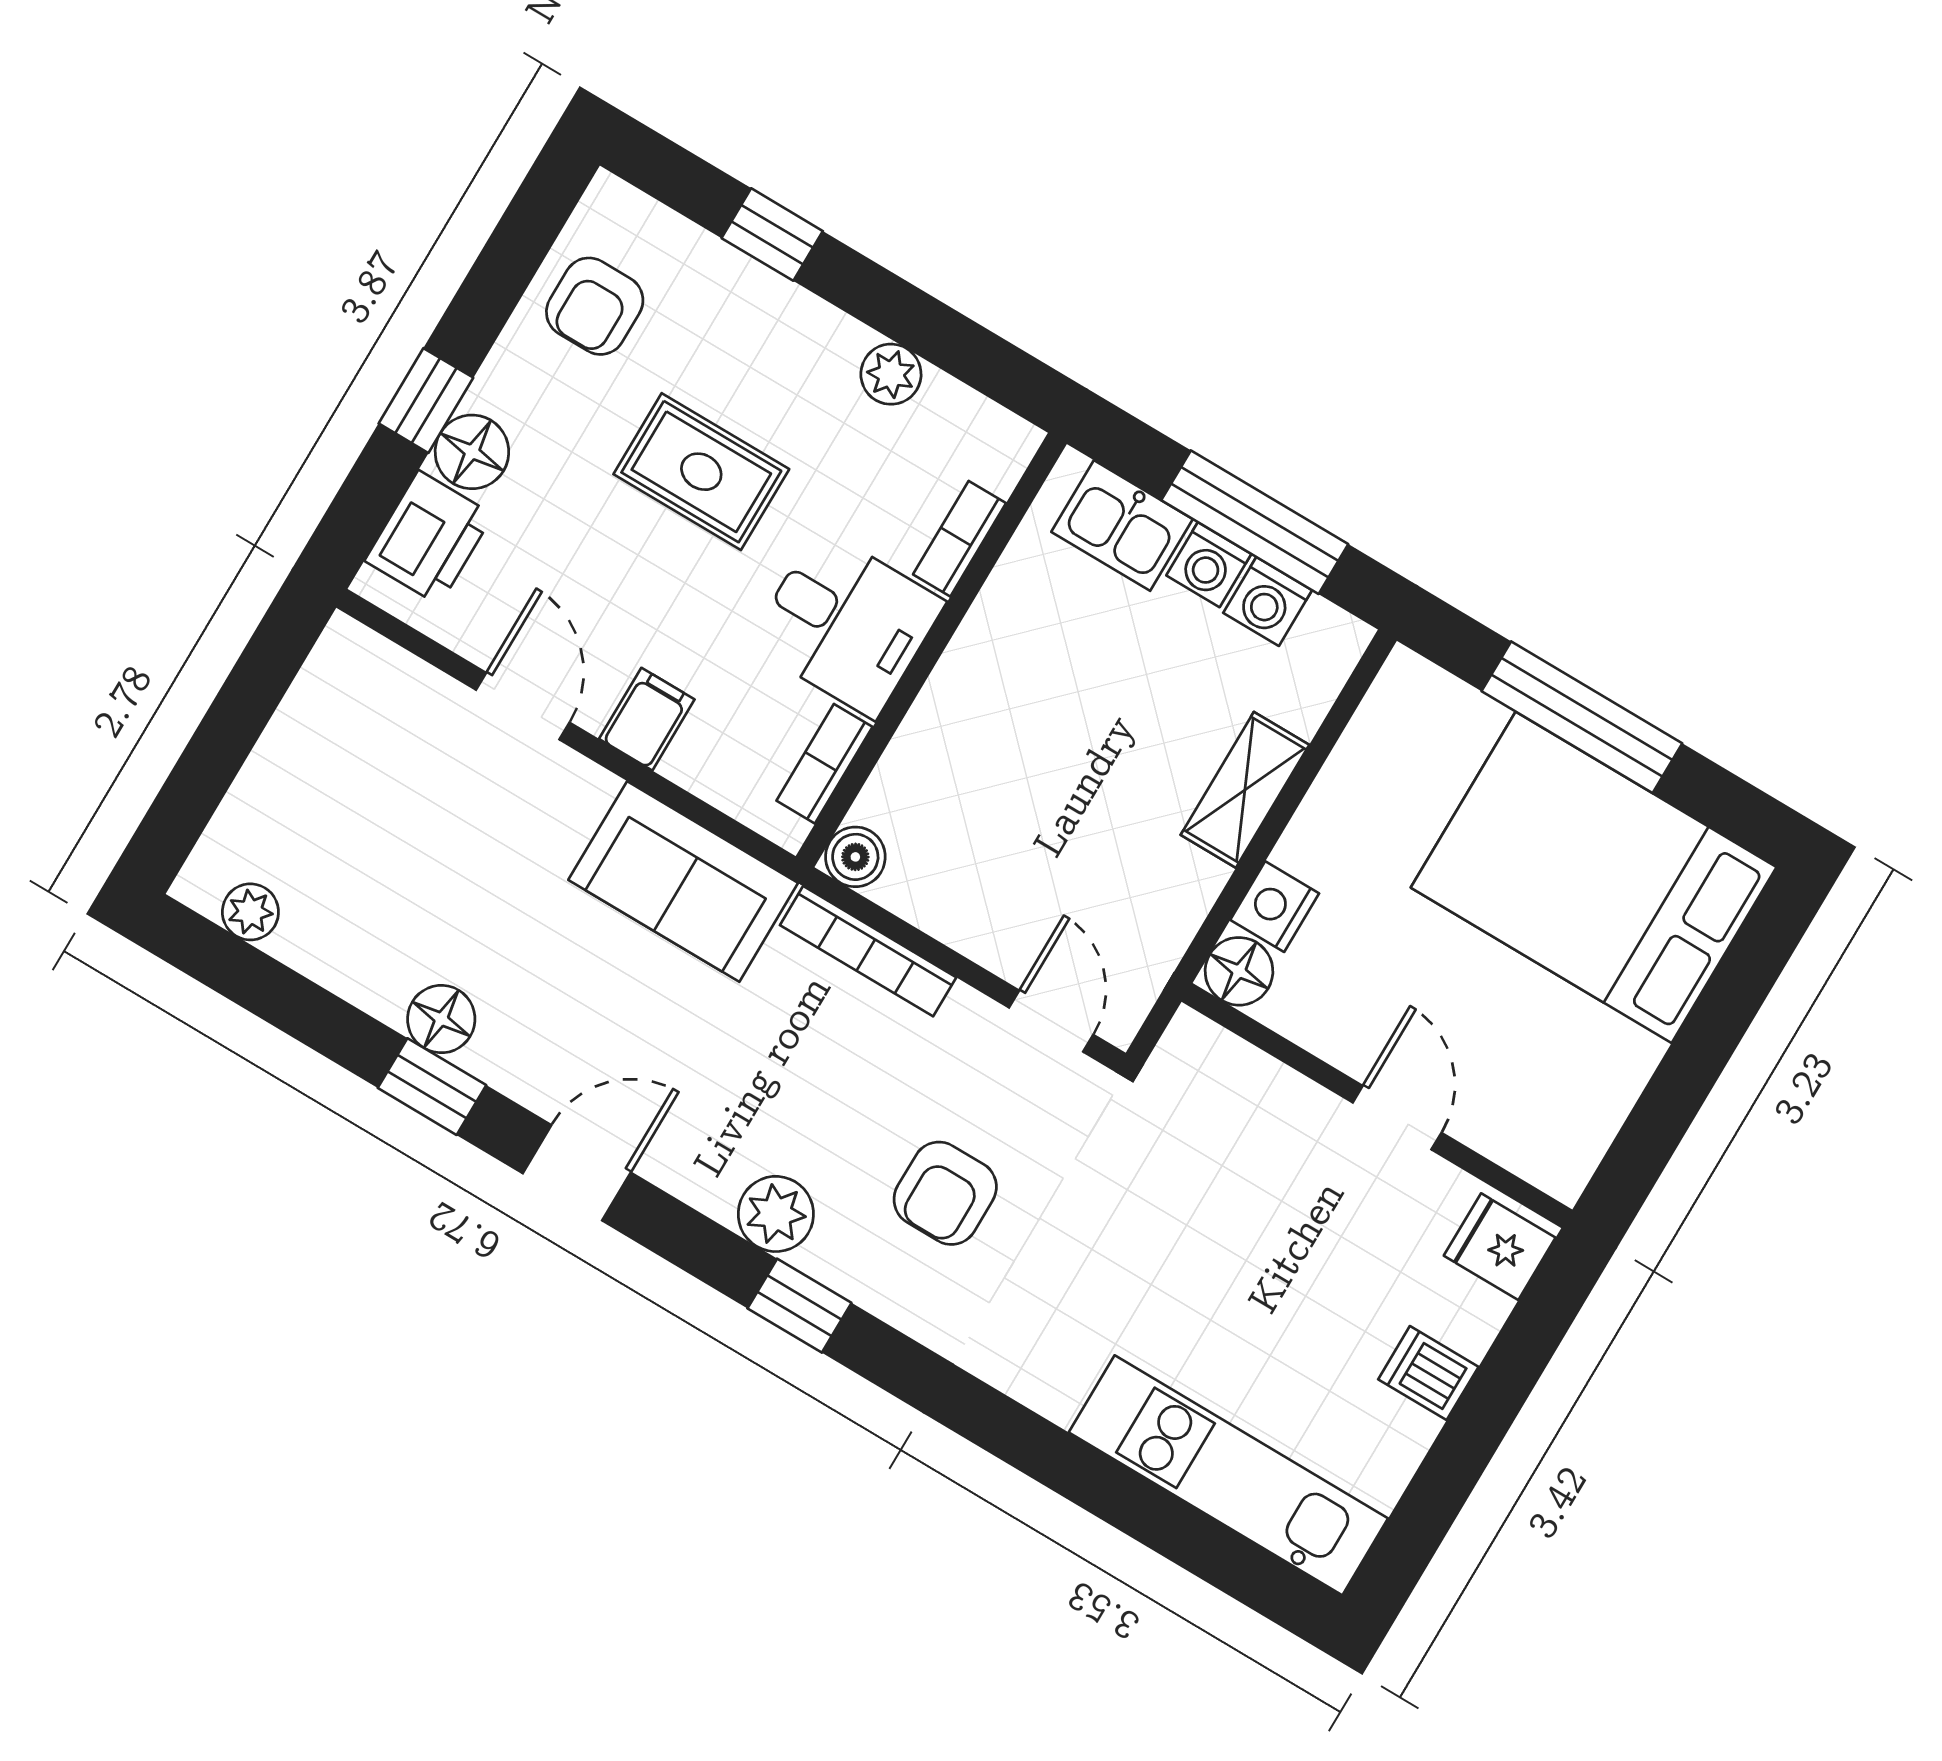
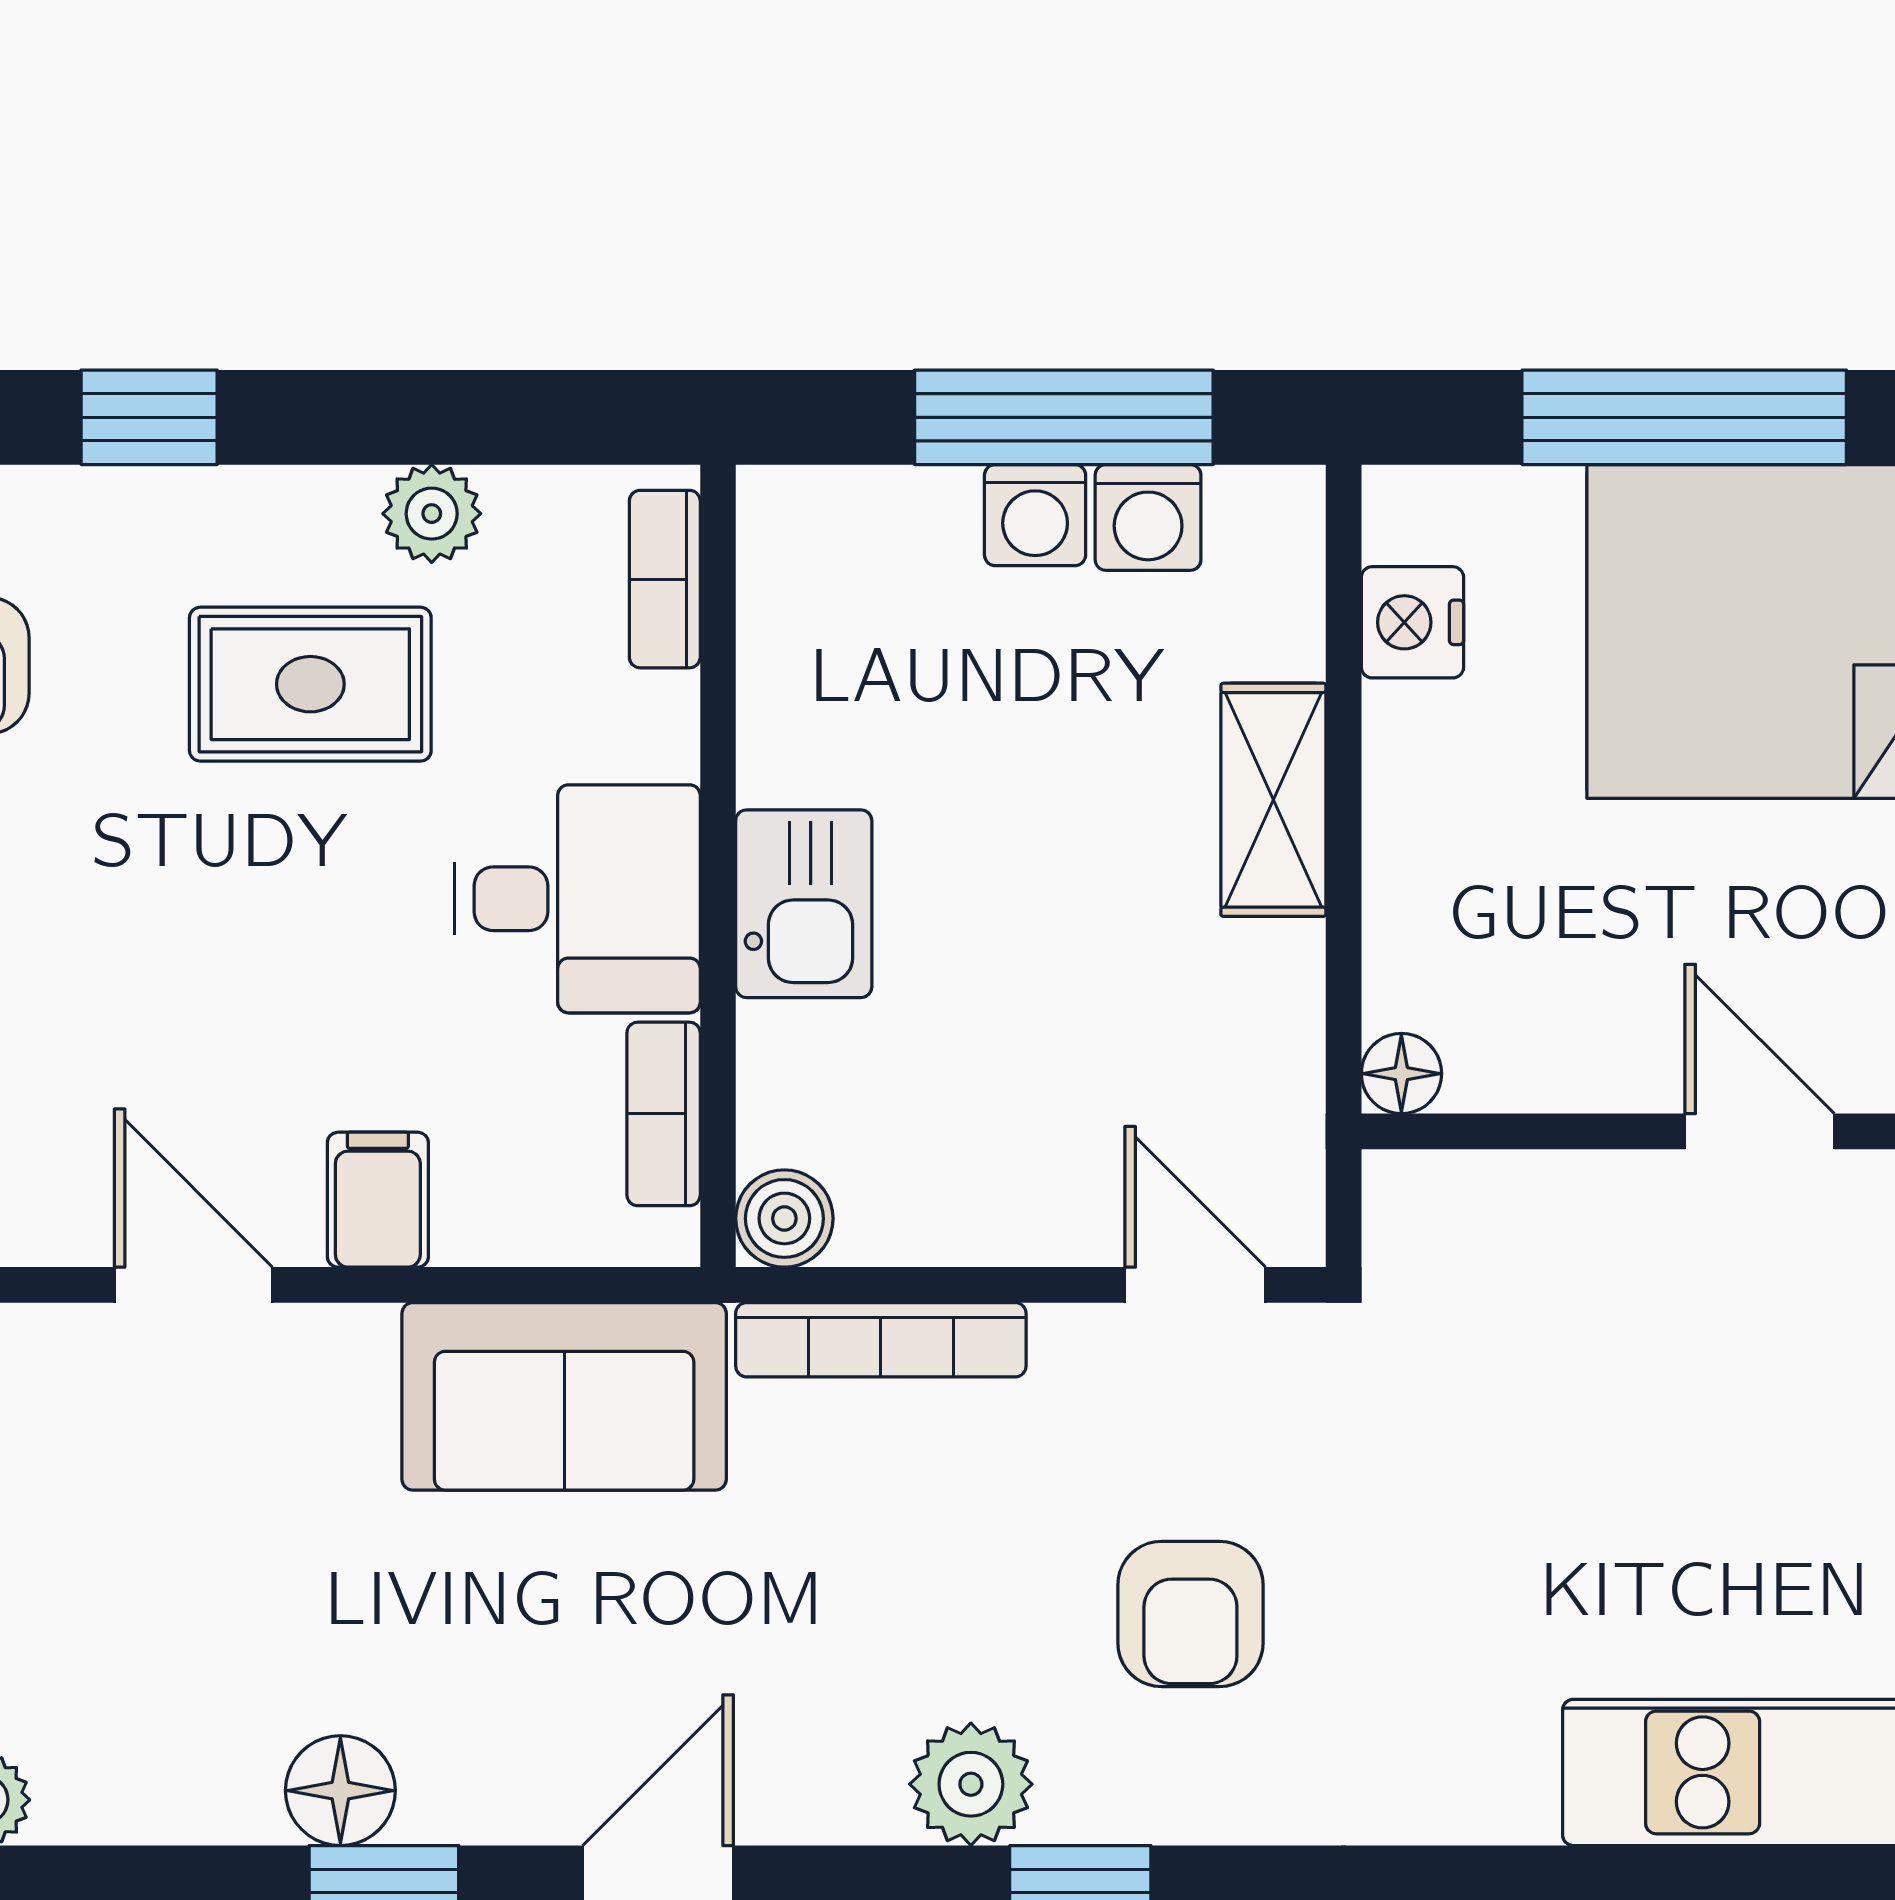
rug: (701, 472) -> (310, 684), moved
kitchen sink: (1122, 526) -> (804, 904), moved, turned -90
bookcase: (960, 539) -> (665, 579), moved
nightstand: (1275, 907) -> (1412, 622), moved
floor lamp: (1239, 971) -> (1401, 1074), width x0.73, depth x0.73

